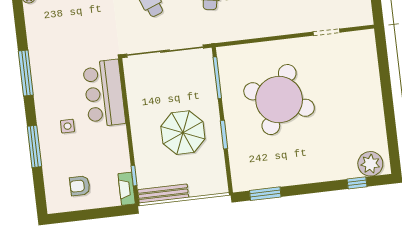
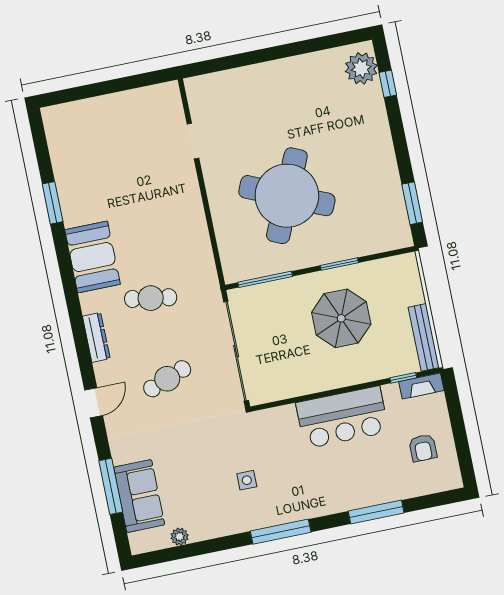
bar counter: (104, 93) -> (342, 417), moved
side table: (67, 126) -> (247, 480), moved

